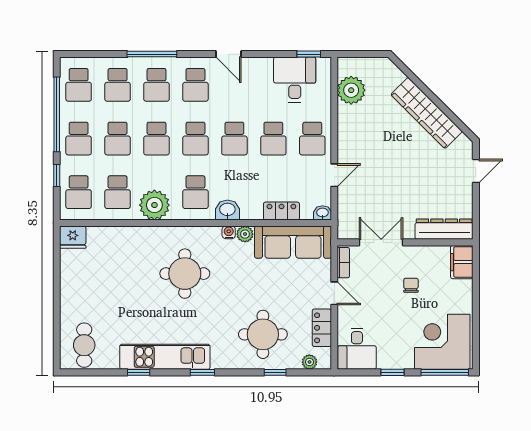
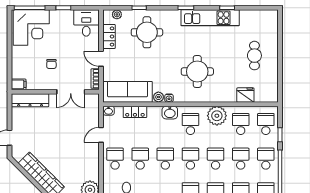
fridge: (73, 237) -> (245, 95), moved
filing cabinet: (462, 262) -> (19, 84), width x0.50
cafe table: (84, 345) -> (254, 56), moved

